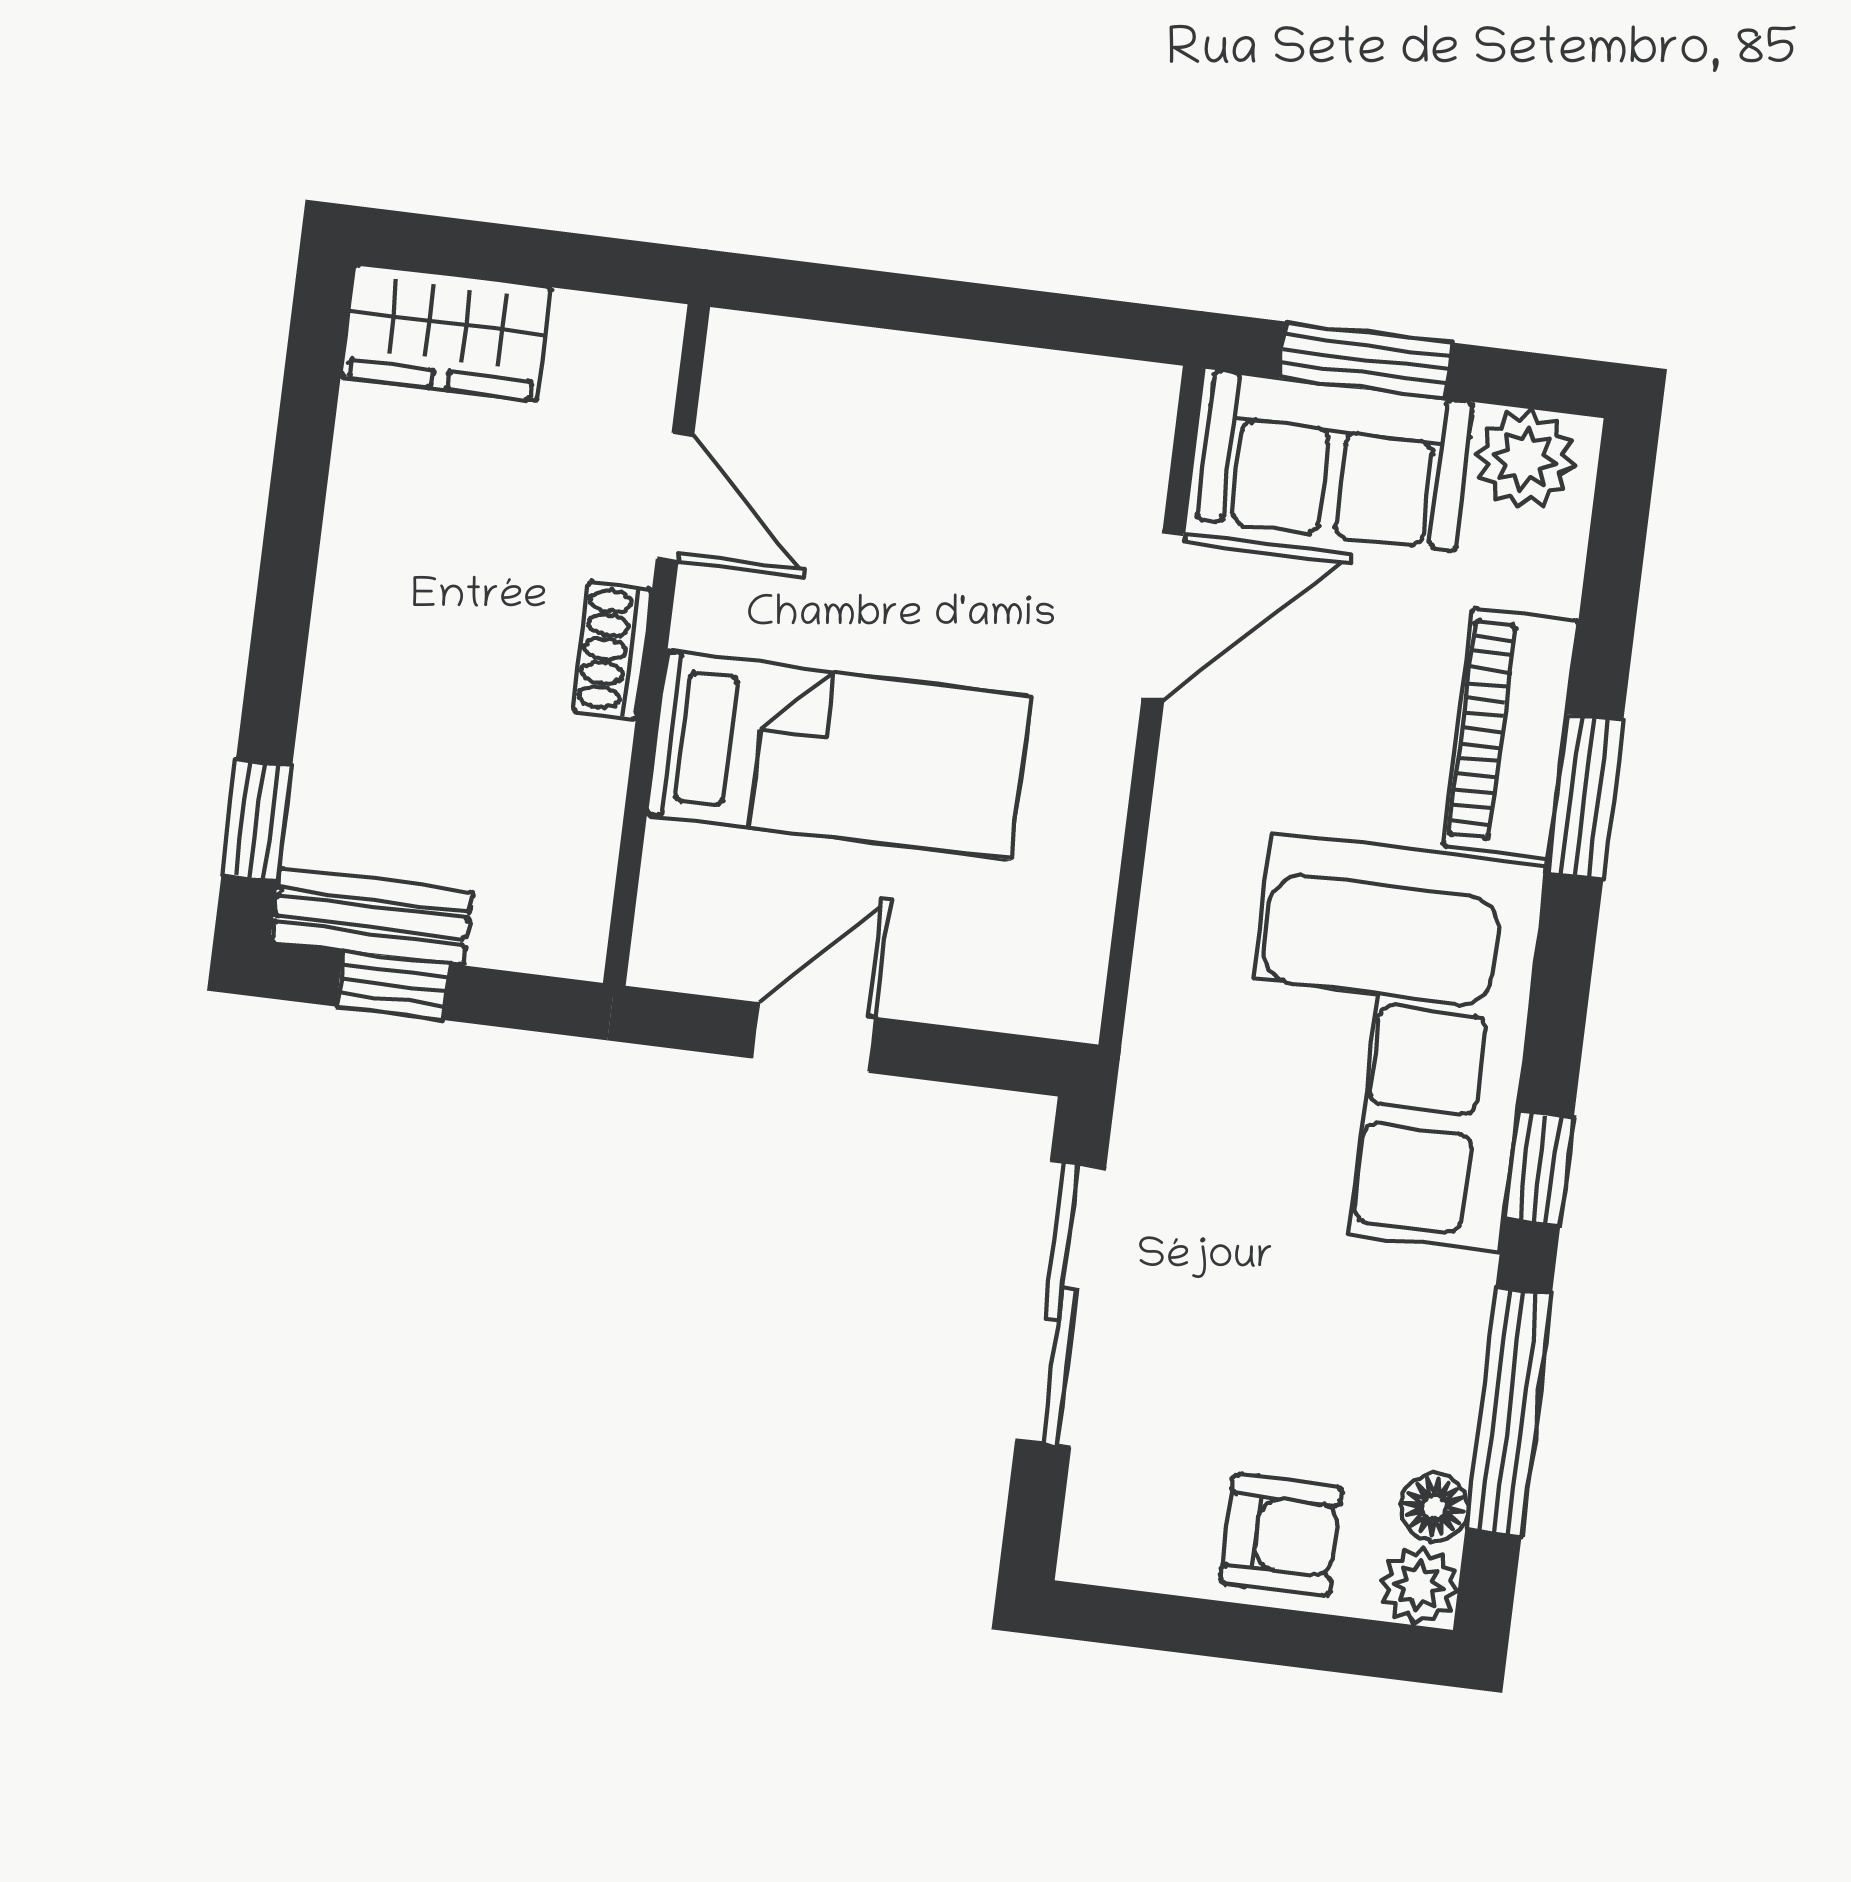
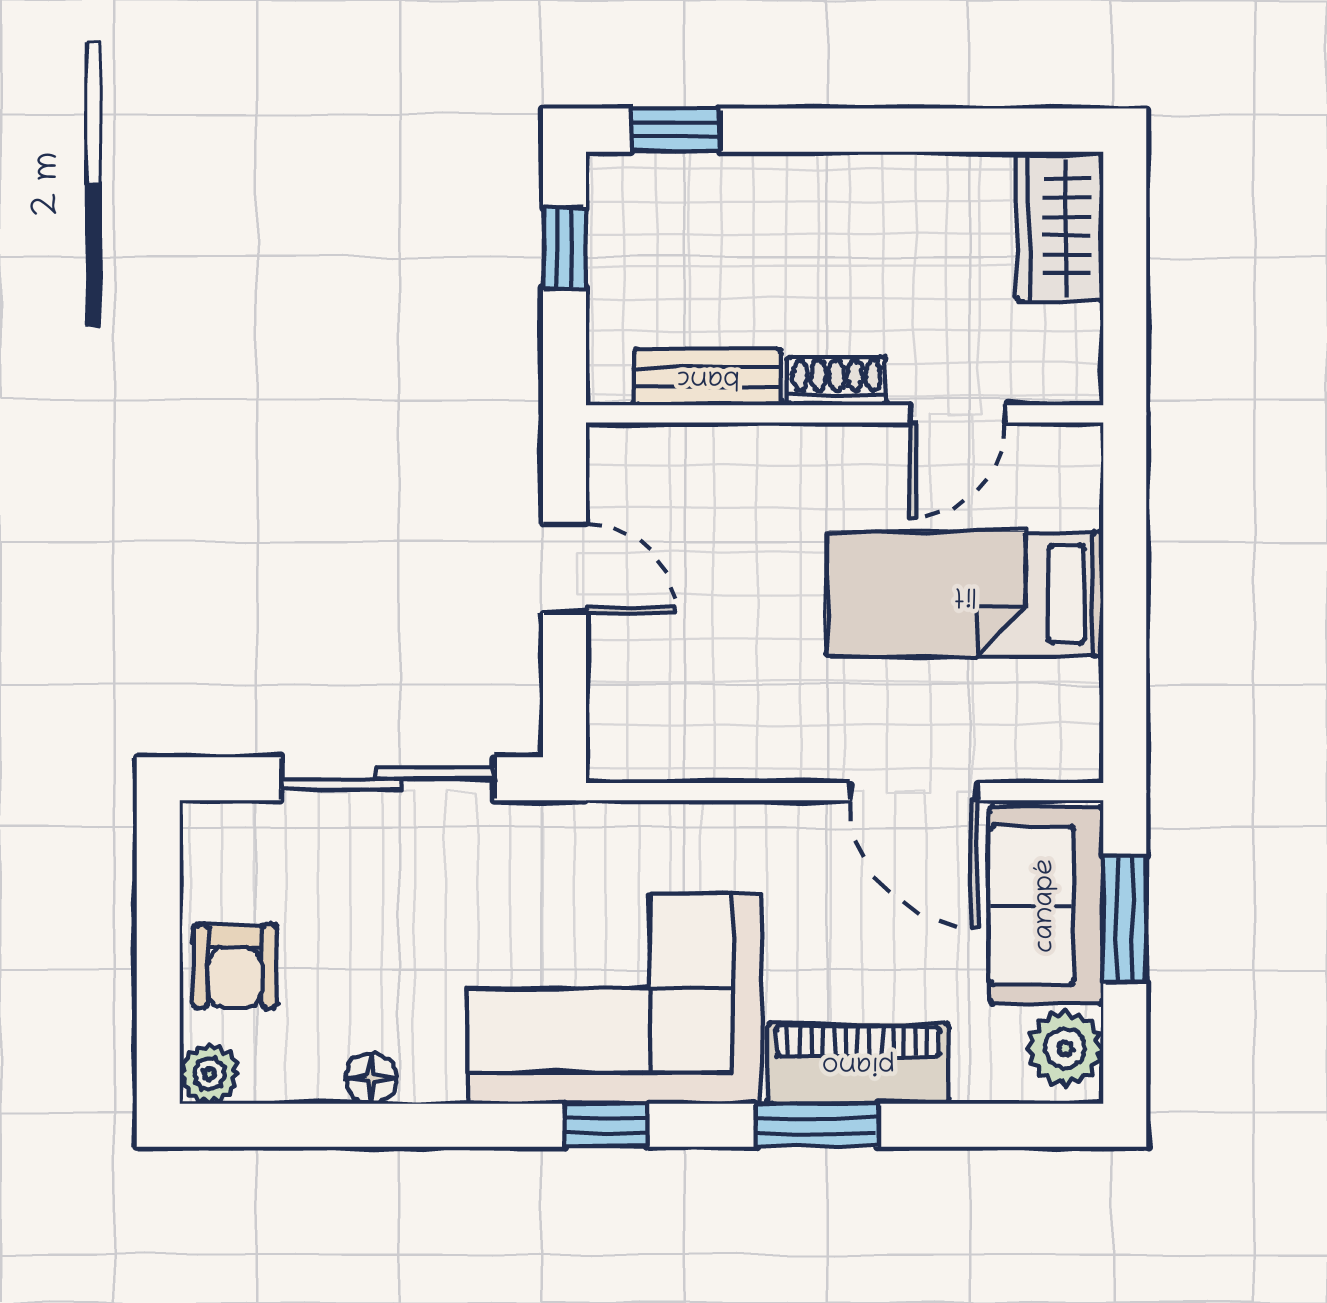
bed: (839, 755) -> (965, 594), moved, turned 90
bench: (372, 917) -> (708, 377), moved, turned 90
window: (1539, 1169) -> (606, 1125), moved
window: (1509, 1412) -> (349, 1125), removed
floor lamp: (1434, 1507) -> (371, 1078), moved

